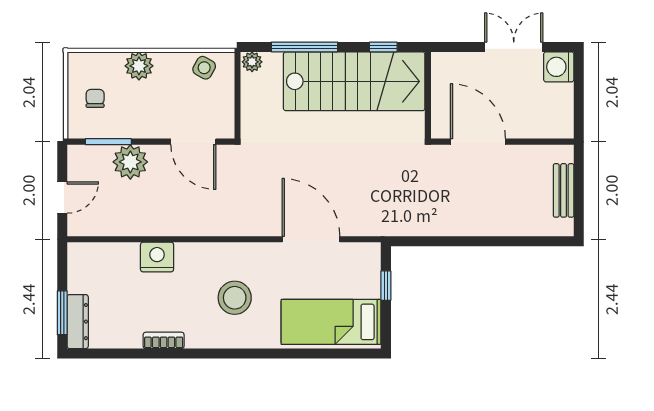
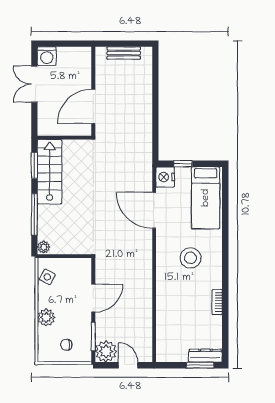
window: (383, 47) -> (34, 165), width x1.50
stairs: (354, 81) -> (50, 172), width x0.73, depth x0.66
door: (193, 142) -> (93, 298), moved
plant: (130, 162) -> (106, 351), moved
door: (311, 239) -> (154, 210), hinge flipped
nightstand: (157, 257) -> (165, 177), moved

